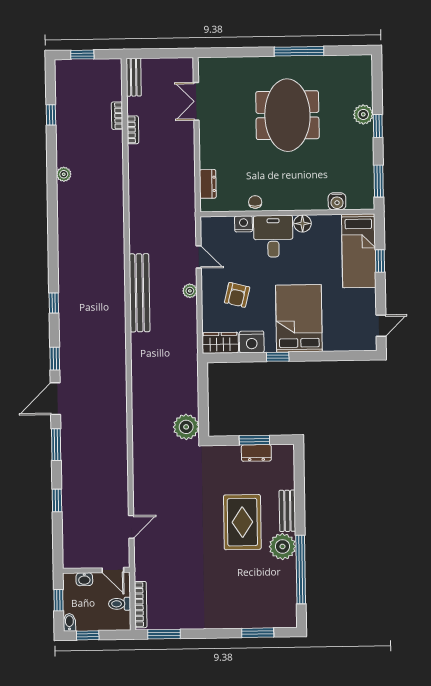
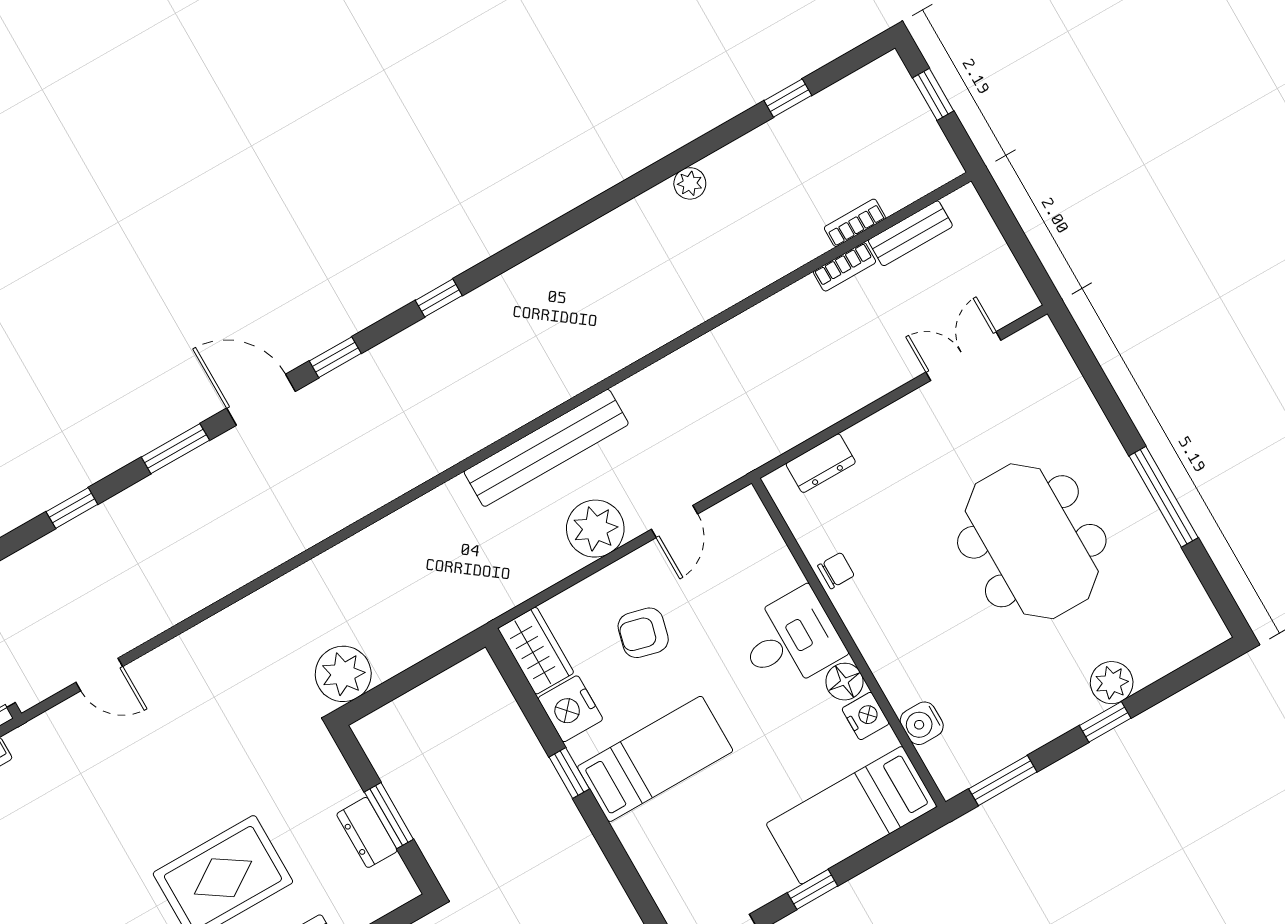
bench: (134, 77) -> (910, 233), moved
meeting table: (287, 115) -> (1032, 541), turned 90
nightstand: (244, 224) -> (866, 716), moved
window: (380, 261) -> (813, 889), moved
plant: (190, 291) -> (595, 529), width x1.87, depth x1.87
bed: (299, 318) -> (655, 759), width x0.67

